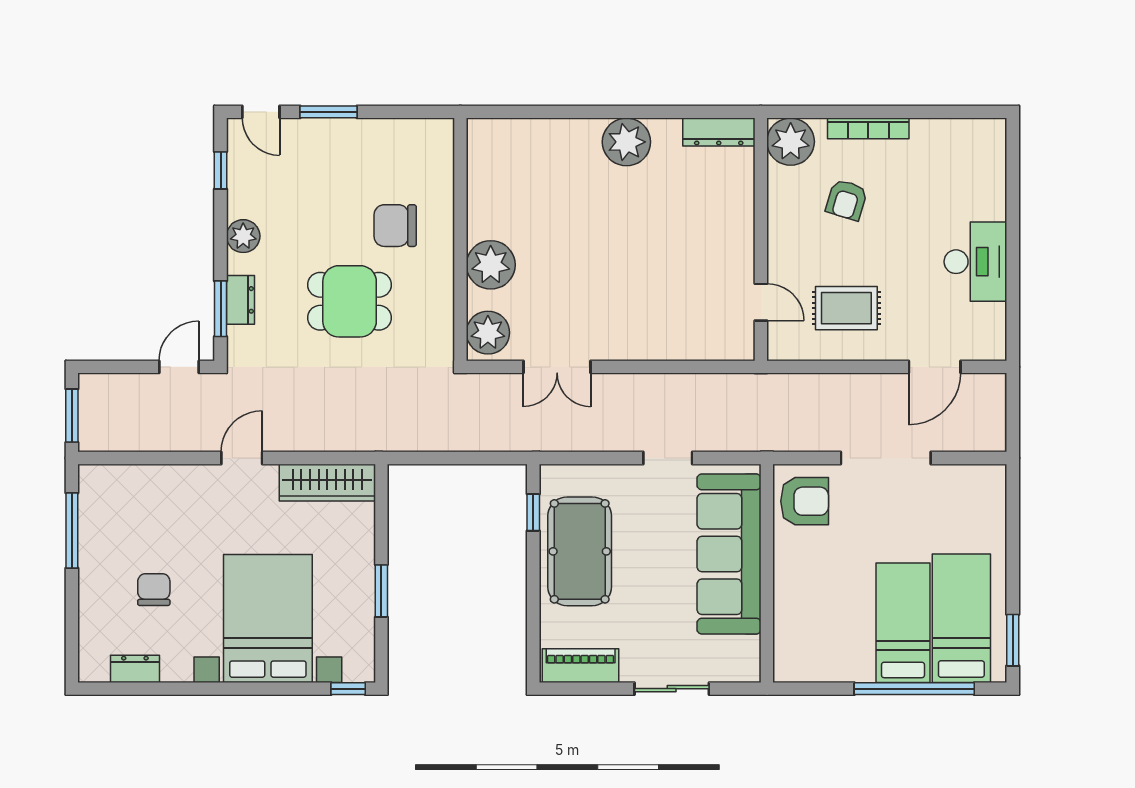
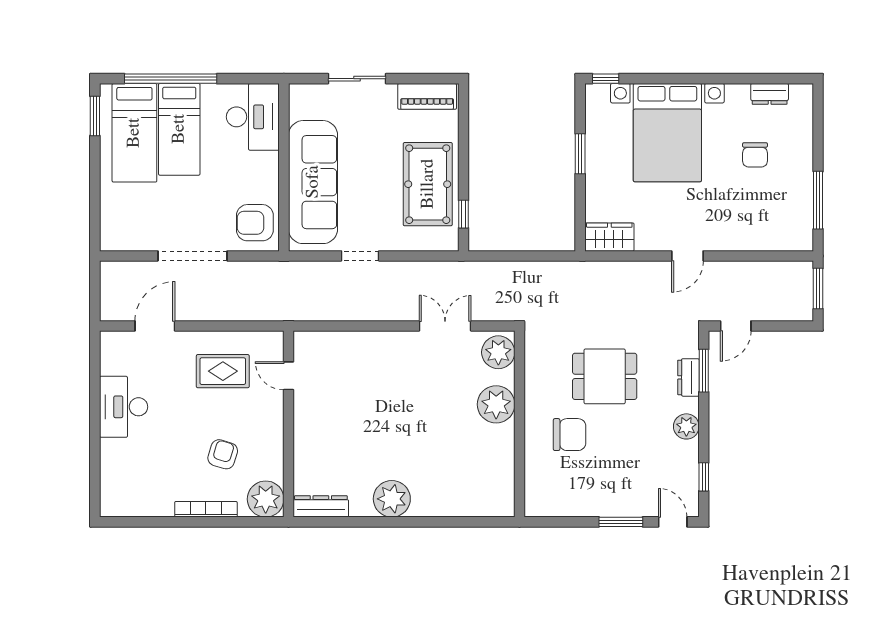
wardrobe: (327, 483) -> (609, 237), width x0.67
desk: (807, 639) -> (253, 117), added

